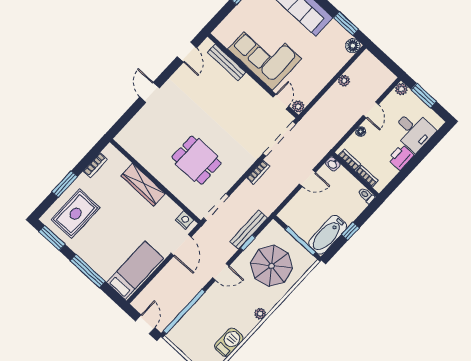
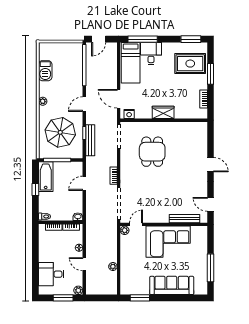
floor lamp: (353, 46) -> (125, 290), removed
door: (281, 102) -> (136, 224), swing flipped
printer: (401, 157) -> (45, 254), removed
dining table: (197, 160) -> (152, 152), turned 90
door: (307, 178) -> (84, 183), moved
wardrobe: (143, 185) -> (163, 112), width x0.67
rug: (75, 214) -> (190, 64), turned 90
desk: (106, 261) -> (151, 53), added
window: (88, 271) -> (143, 39), moved
door: (145, 324) -> (99, 39), hinge flipped

